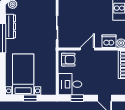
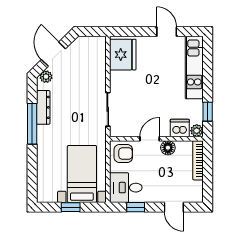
floor lamp: (100, 55) -> (168, 148), added
bed with nightstands: (23, 74) -> (82, 174), moved

